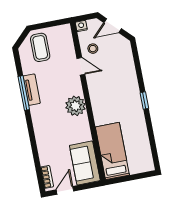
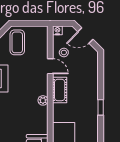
cot: (96, 90) -> (60, 90), added
plant: (76, 106) -> (43, 100), width x0.53, depth x0.53

